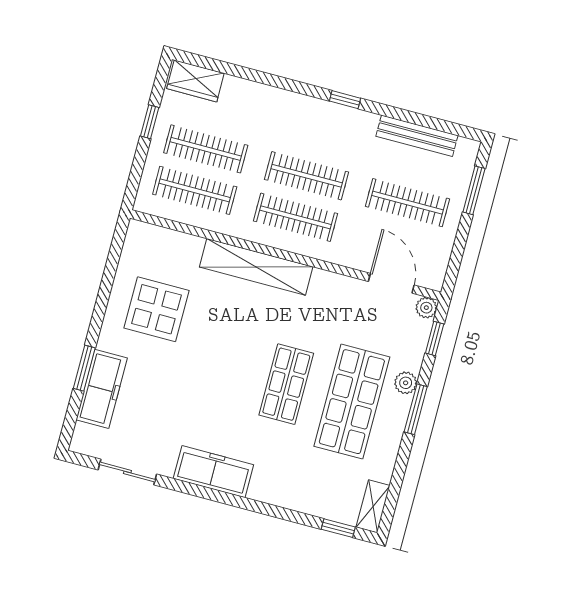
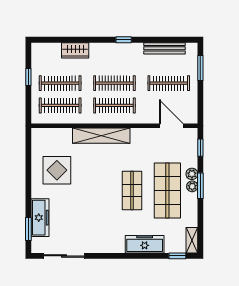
wardrobe: (195, 81) -> (75, 50), moved
plant: (426, 308) -> (192, 186), moved
window: (84, 368) -> (28, 229), moved
sliding door: (127, 472) -> (64, 256), width x1.37
freezer: (213, 472) -> (145, 244), moved

